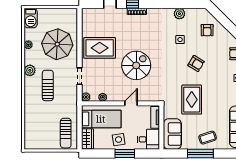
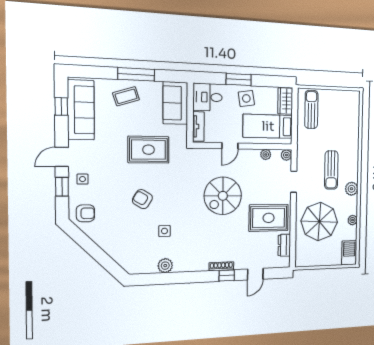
dresser: (86, 26) -> (284, 245), added
armchair: (207, 30) -> (127, 245), removed
rug: (192, 100) -> (149, 150), turned 90

